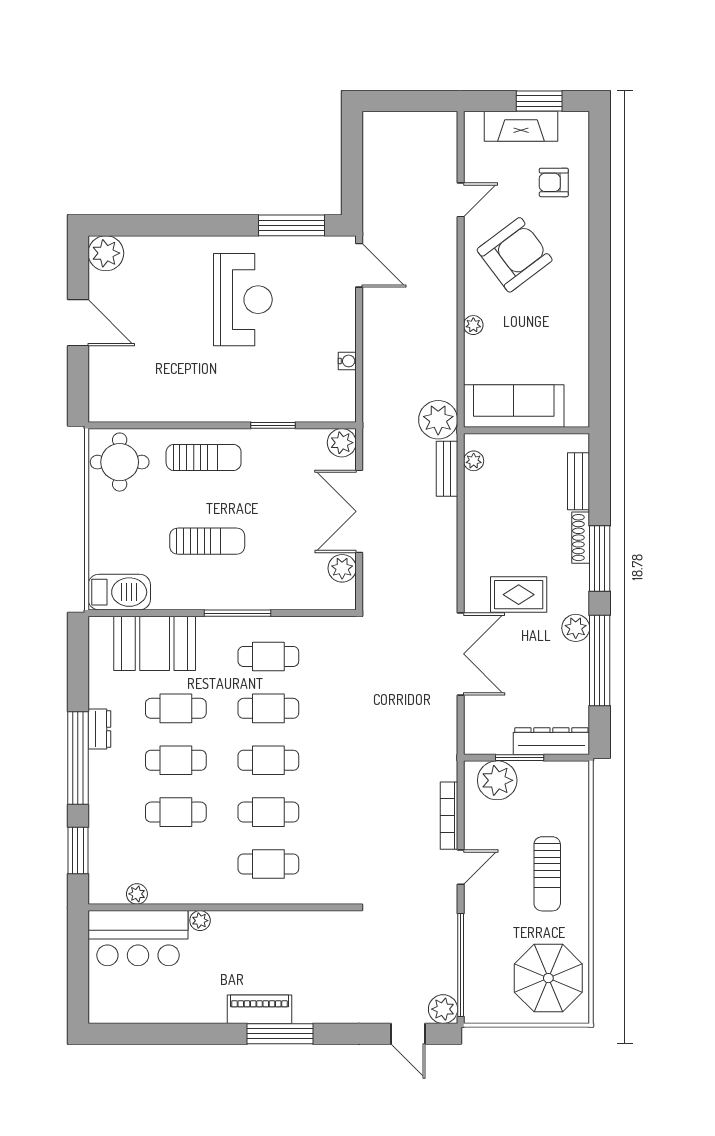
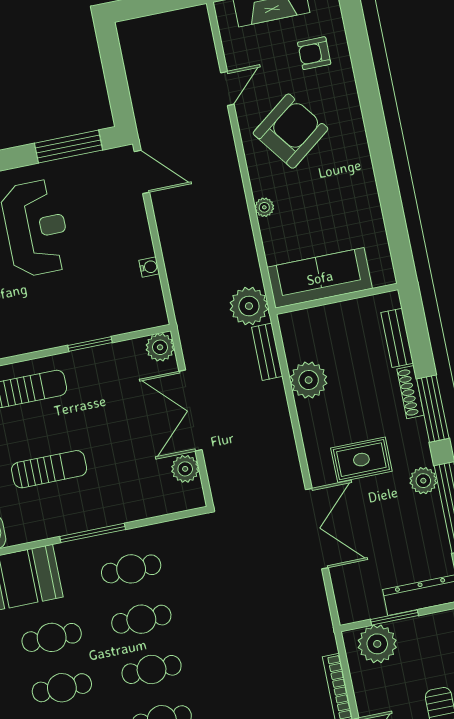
plant: (474, 461) -> (309, 380), moved, width x1.87, depth x1.87

